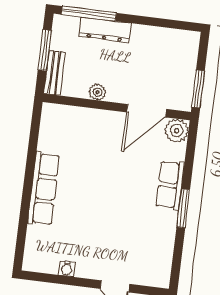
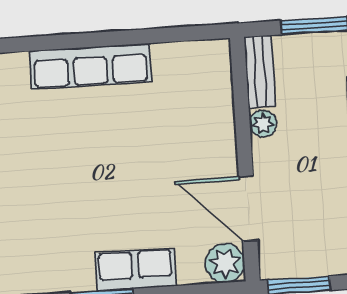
bench: (54, 73) -> (260, 72), moved, turned 90

